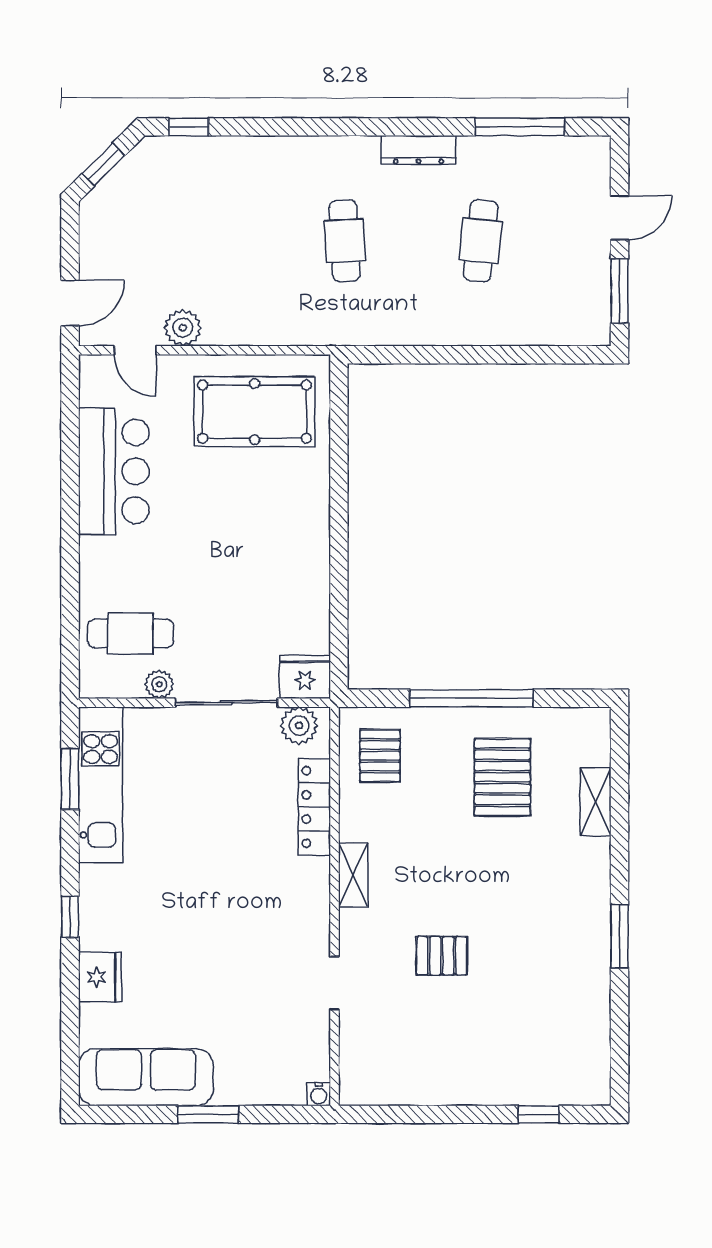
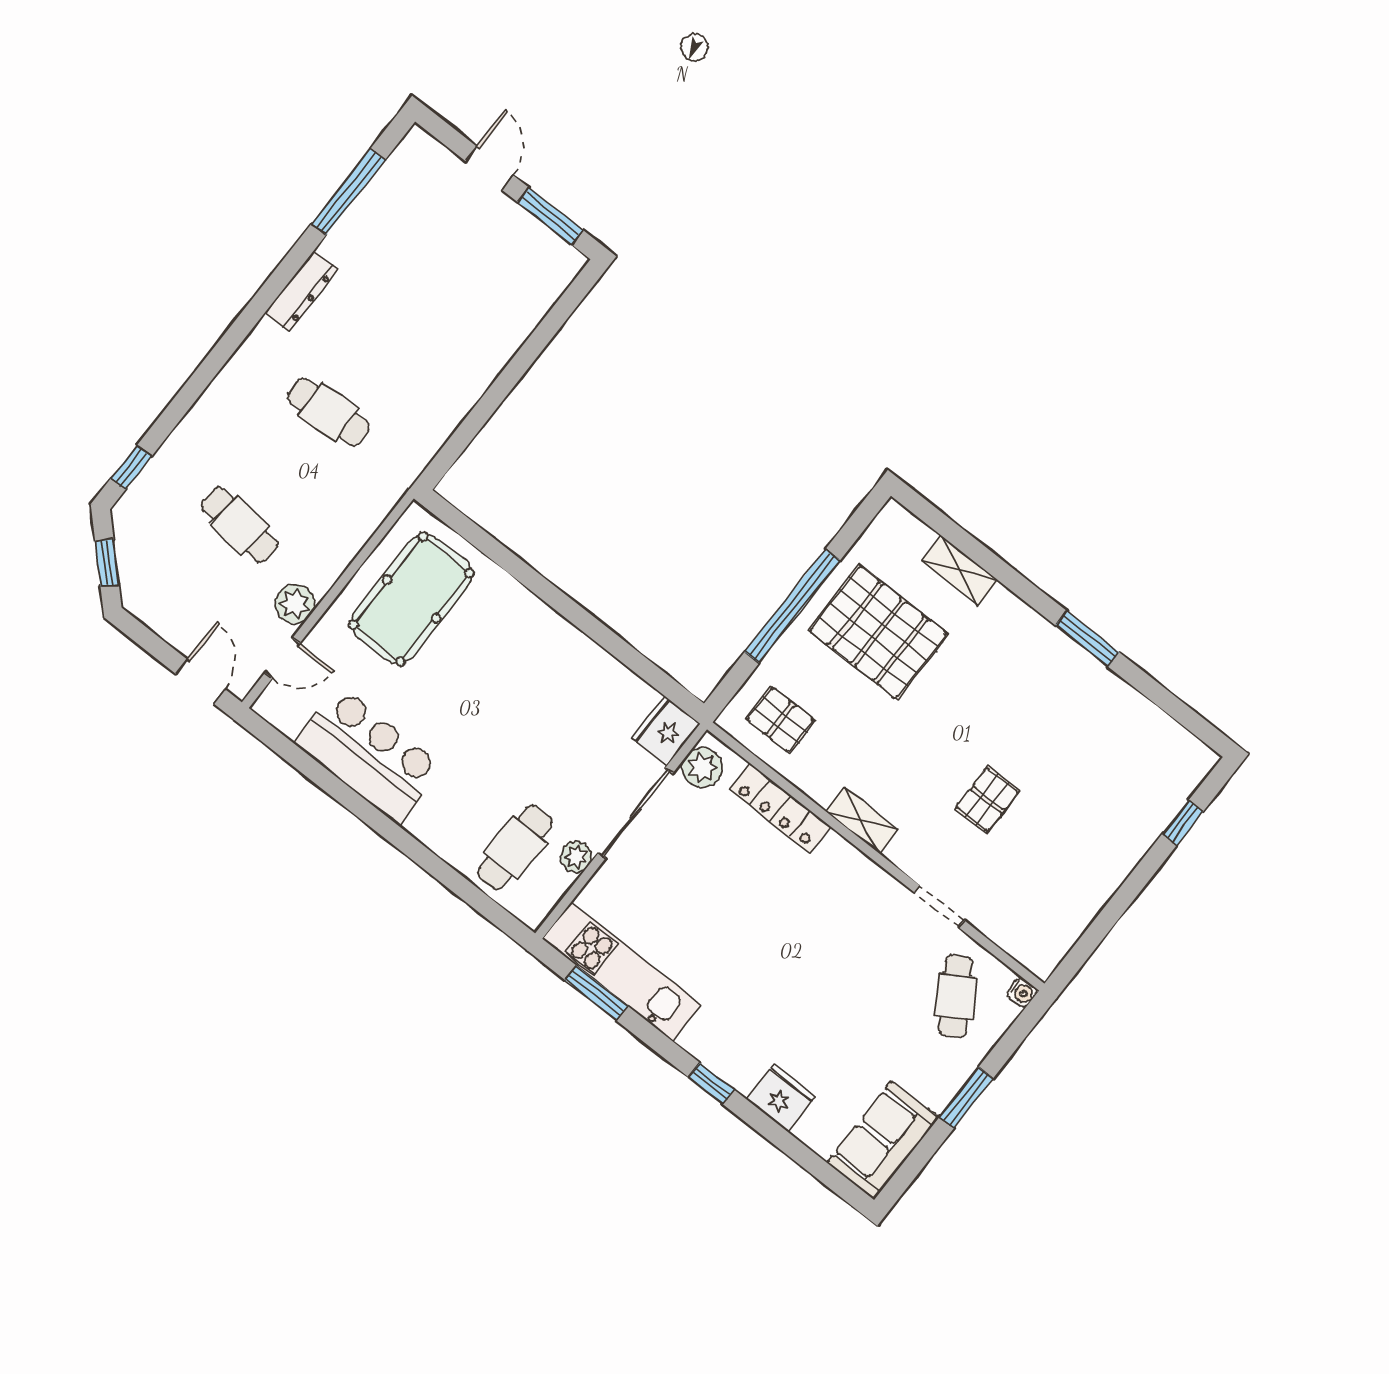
cafe table: (481, 241) -> (240, 525), moved
pallet: (502, 777) -> (878, 632), width x1.37, depth x1.41
cafe table: (277, 1047) -> (956, 996), added
sofa: (146, 1077) -> (883, 1140), width x0.73

